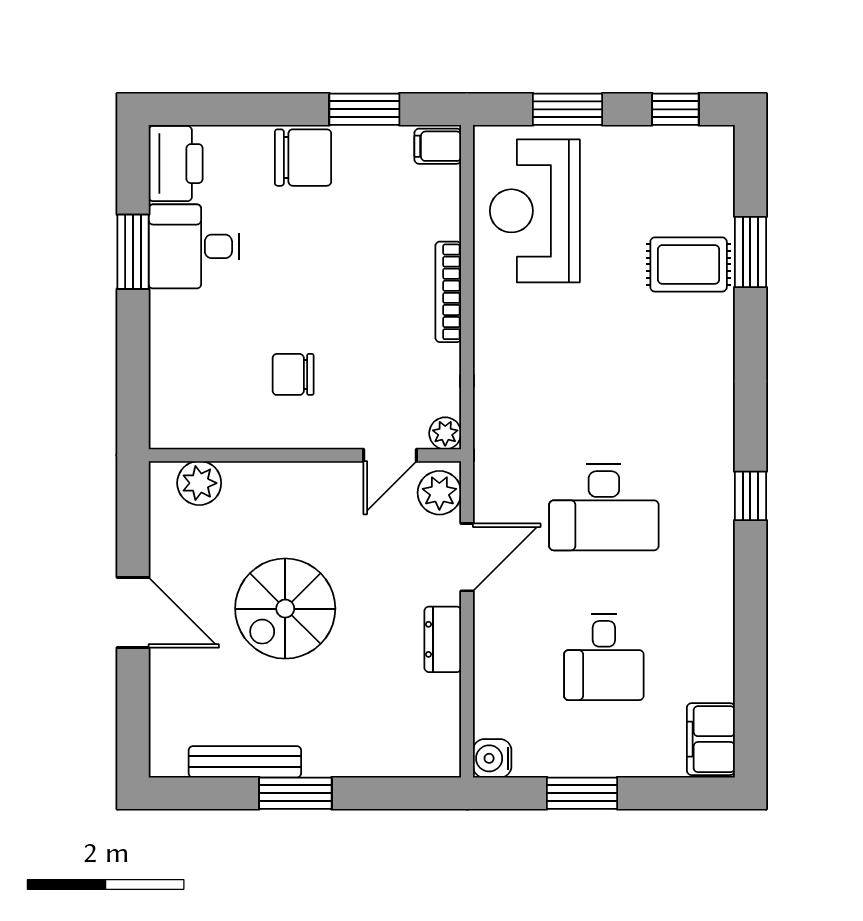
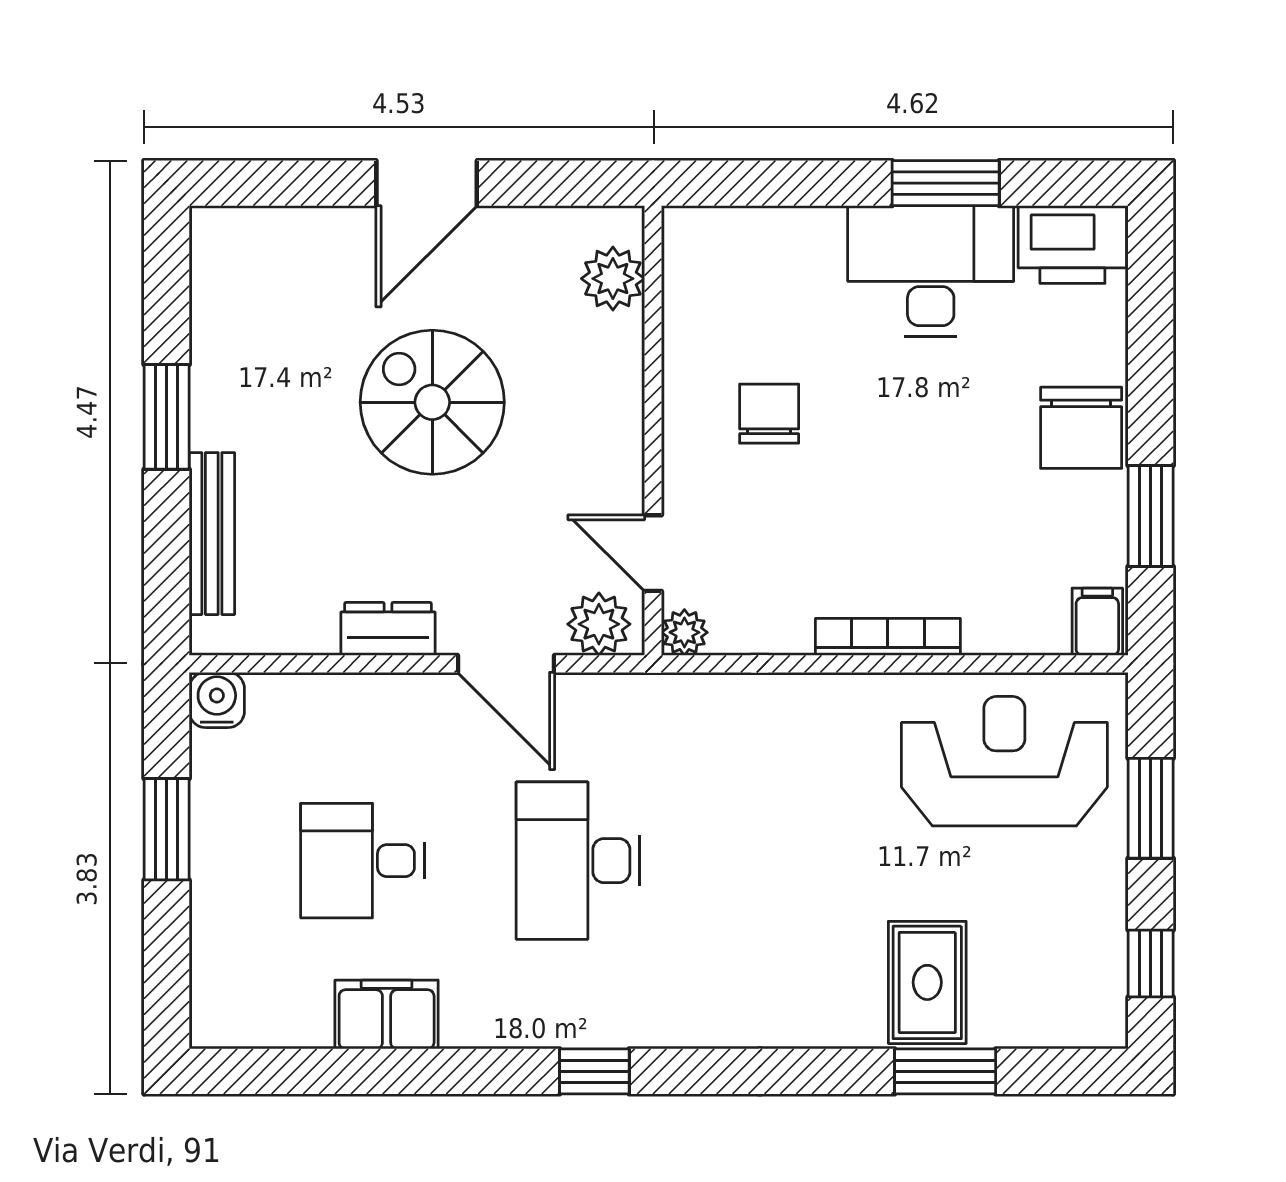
desk: (194, 246) -> (931, 271), width x1.37
filing cabinet: (711, 739) -> (387, 1015), moved
bench: (245, 762) -> (212, 534), moved

